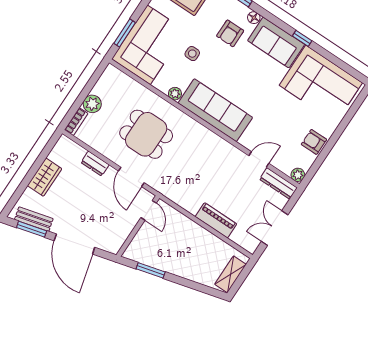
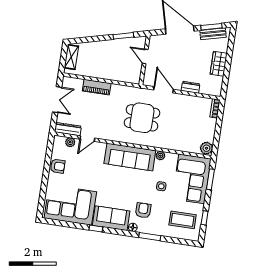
plant: (92, 104) -> (206, 148), moved
dining table: (146, 134) -> (142, 118), moved
plant: (298, 175) -> (70, 142), moved
door: (149, 210) -> (145, 56), moved

